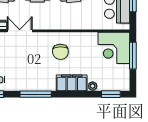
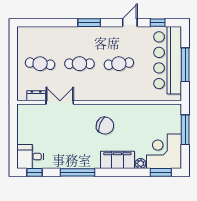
corner desk: (114, 48) -> (164, 151), moved, turned 90
chair: (60, 52) -> (105, 126), turned -67

